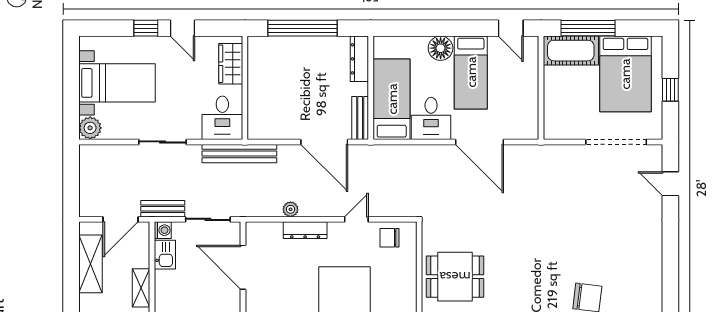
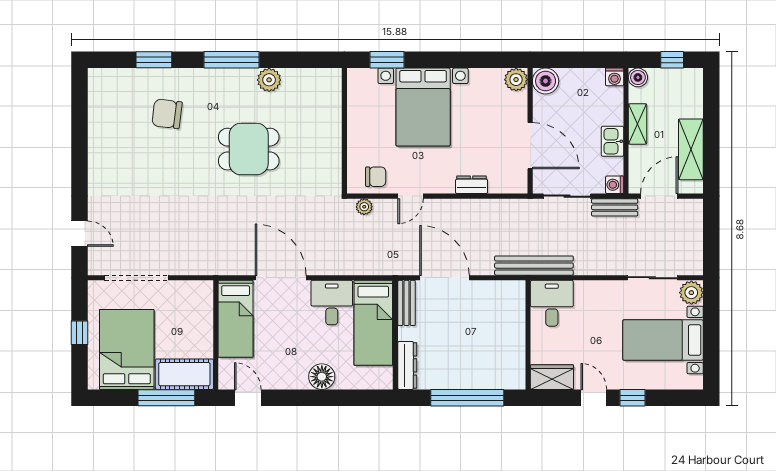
wardrobe: (231, 64) -> (552, 377), moved, turned -90
bed: (471, 72) -> (236, 319), moved, turned 180
sliding door: (162, 142) -> (652, 278), moved
plant: (291, 209) -> (364, 207), moved
dresser: (305, 230) -> (472, 185), width x0.70
kitchen sink: (165, 255) -> (612, 141), moved
dining table: (455, 277) -> (249, 149), moved

